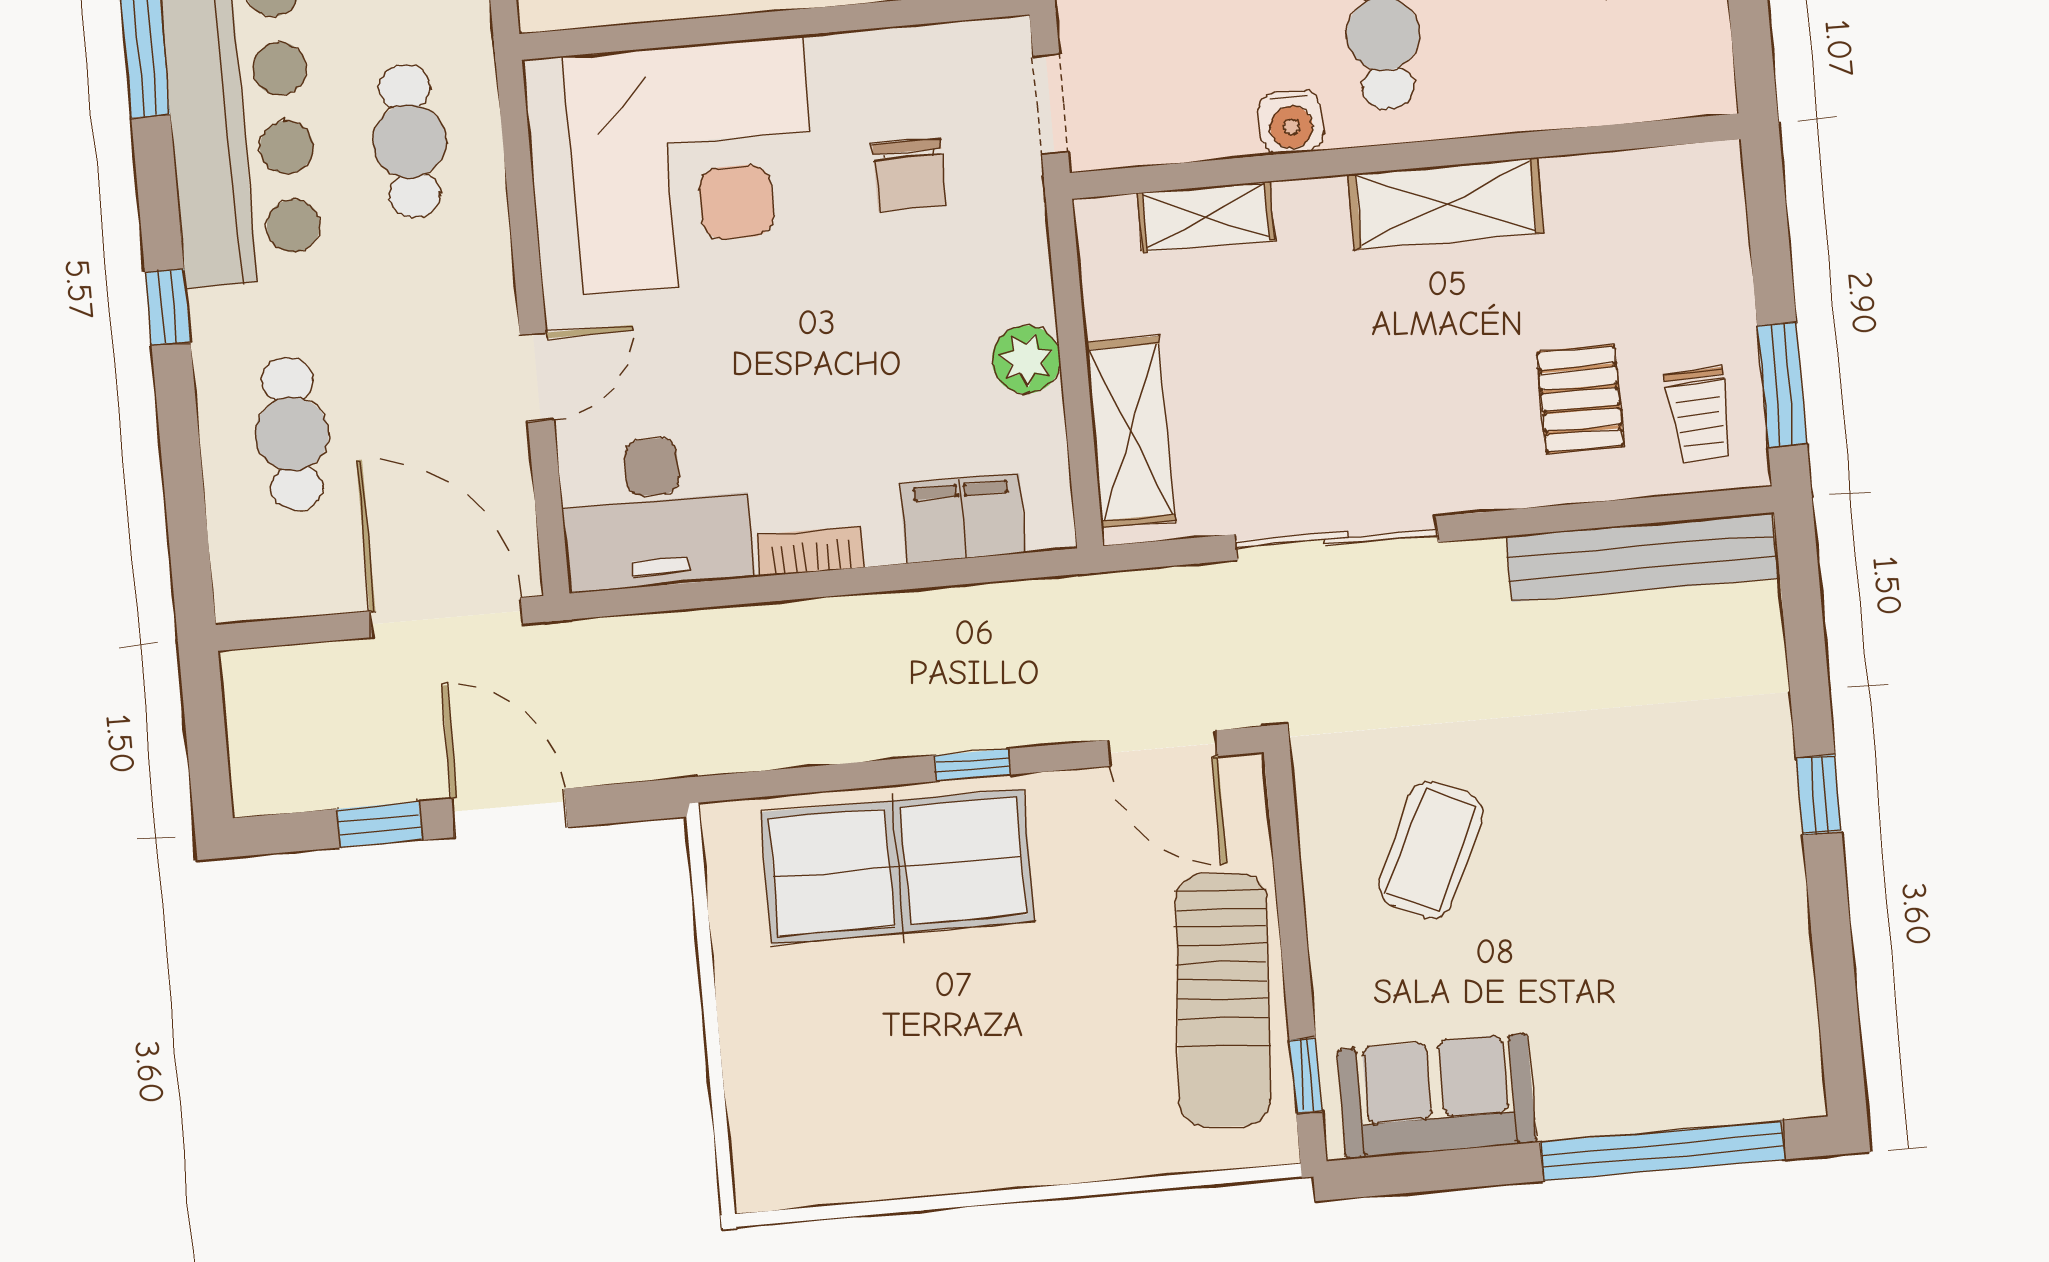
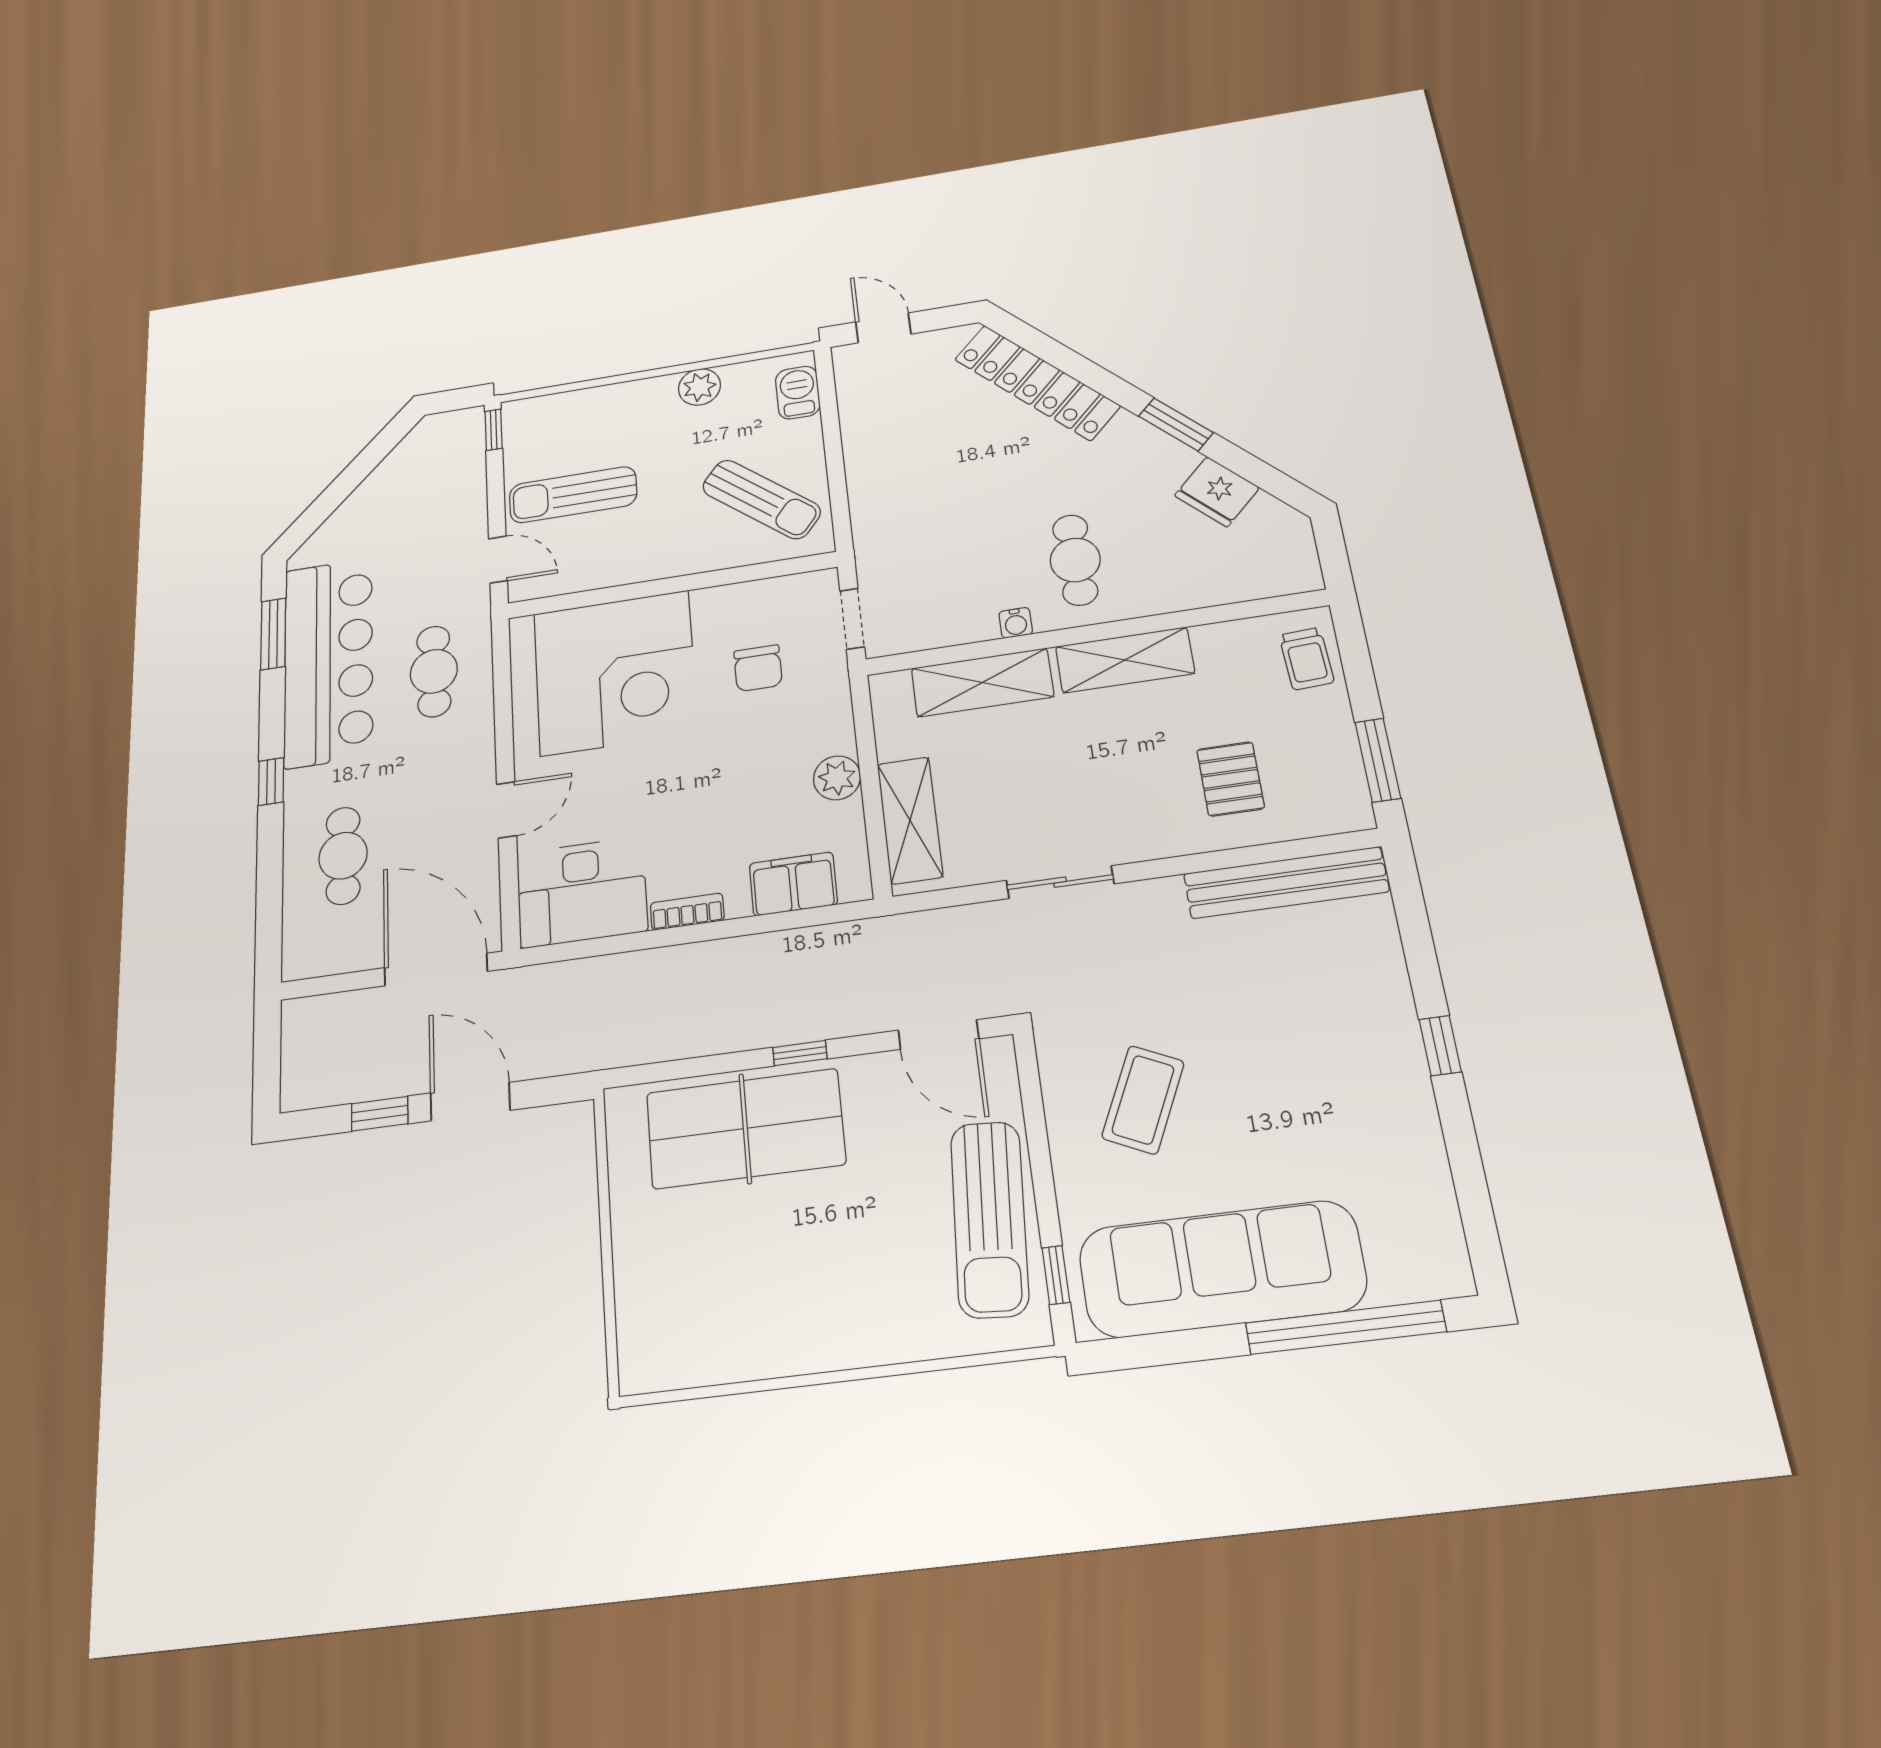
water cooler: (1291, 122) -> (1016, 623), width x0.72, depth x0.72
shelving: (1206, 217) -> (982, 683), width x1.50, depth x1.33
trolley: (1699, 415) -> (1306, 659), moved
sliding door: (1337, 538) -> (1060, 882), width x0.73
sofa: (1437, 1096) -> (1222, 1269), width x1.85, depth x1.27

